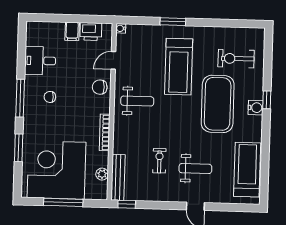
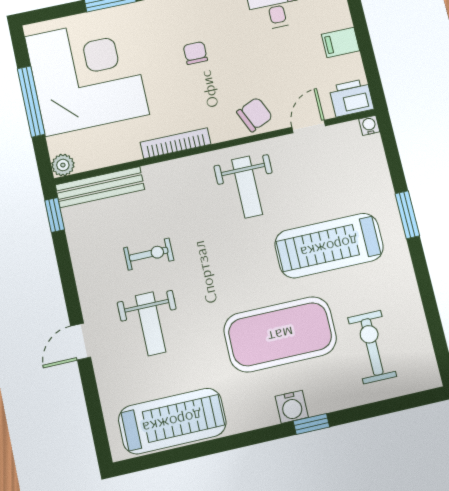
printer: (91, 32) -> (351, 98), moved, turned 90
door: (113, 60) -> (309, 127), hinge flipped
chair: (100, 87) -> (255, 114), turned 66
chair: (50, 97) -> (195, 53), moved
plant: (102, 174) -> (63, 165), moved

